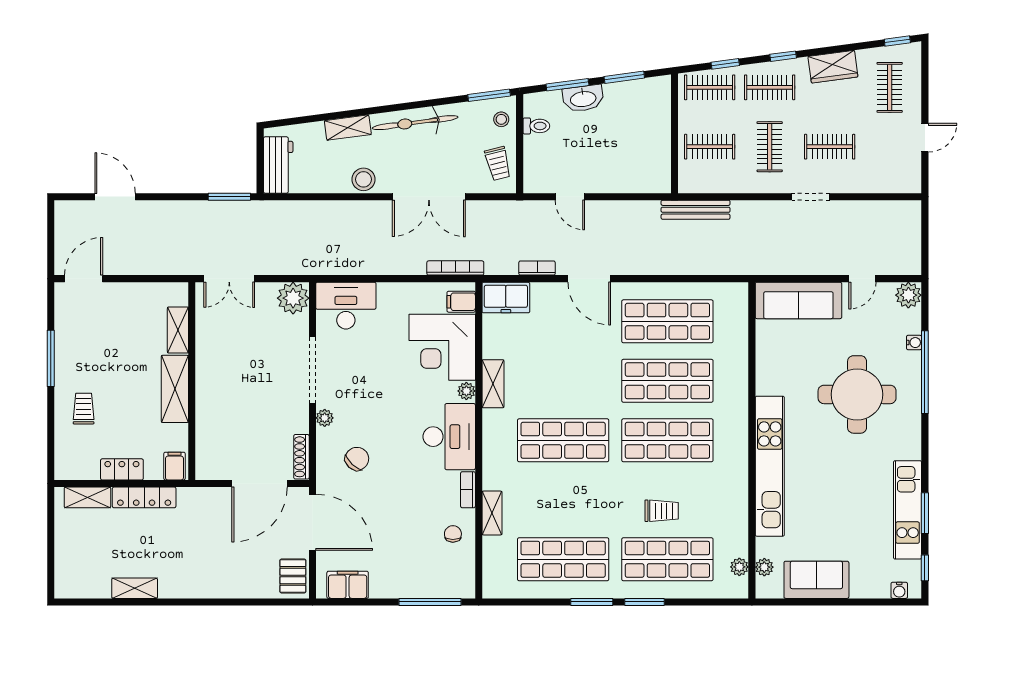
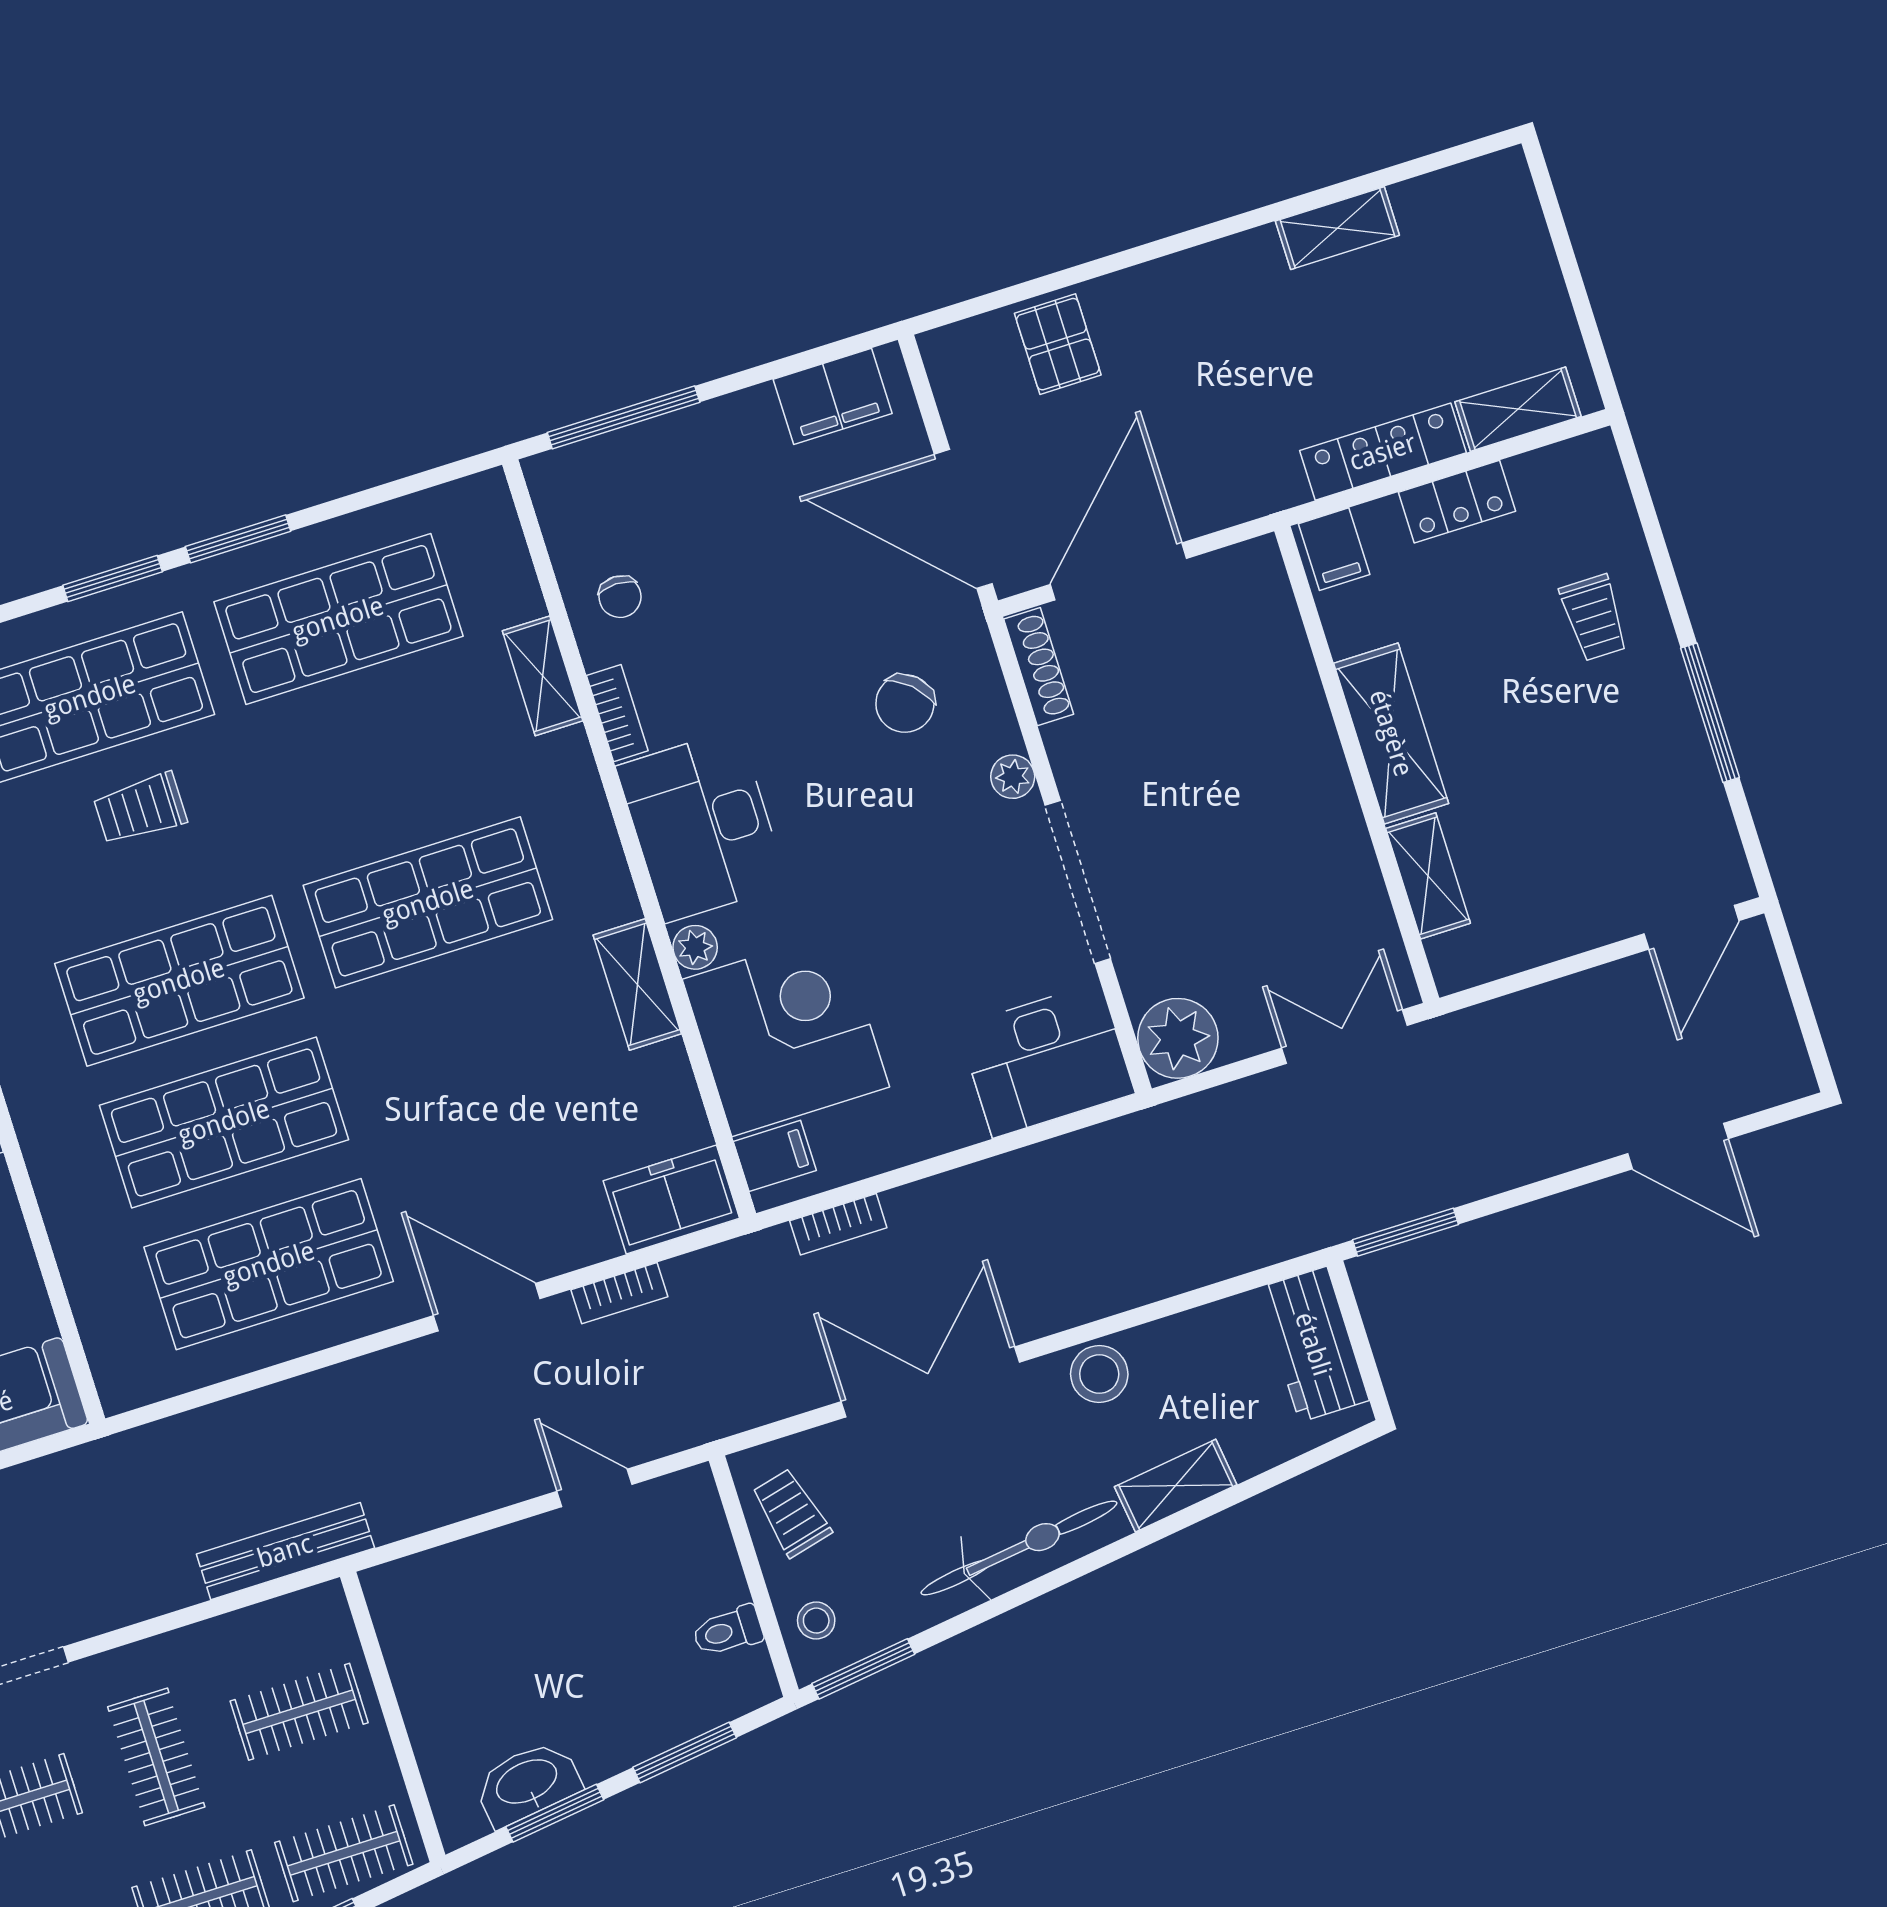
washbasin: (583, 98) -> (527, 1783), moved
bookcase: (455, 268) -> (838, 1224), width x0.64
pallet: (293, 576) -> (1058, 344), moved

